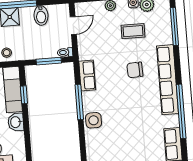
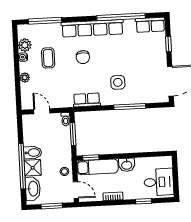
bidet: (41, 15) -> (33, 153), moved
window: (24, 95) -> (91, 158), moved
window: (79, 102) -> (130, 107), moved
side table: (94, 120) -> (118, 82), moved

